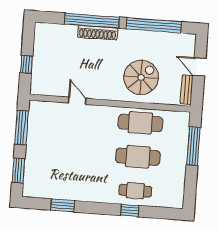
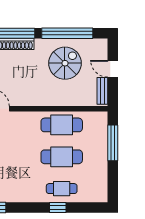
spiral stairs: (141, 77) -> (65, 63), moved

